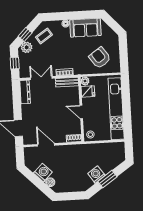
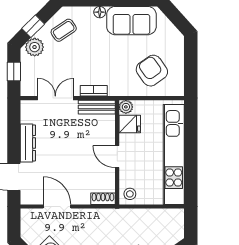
dresser: (25, 92) -> (28, 143), moved

